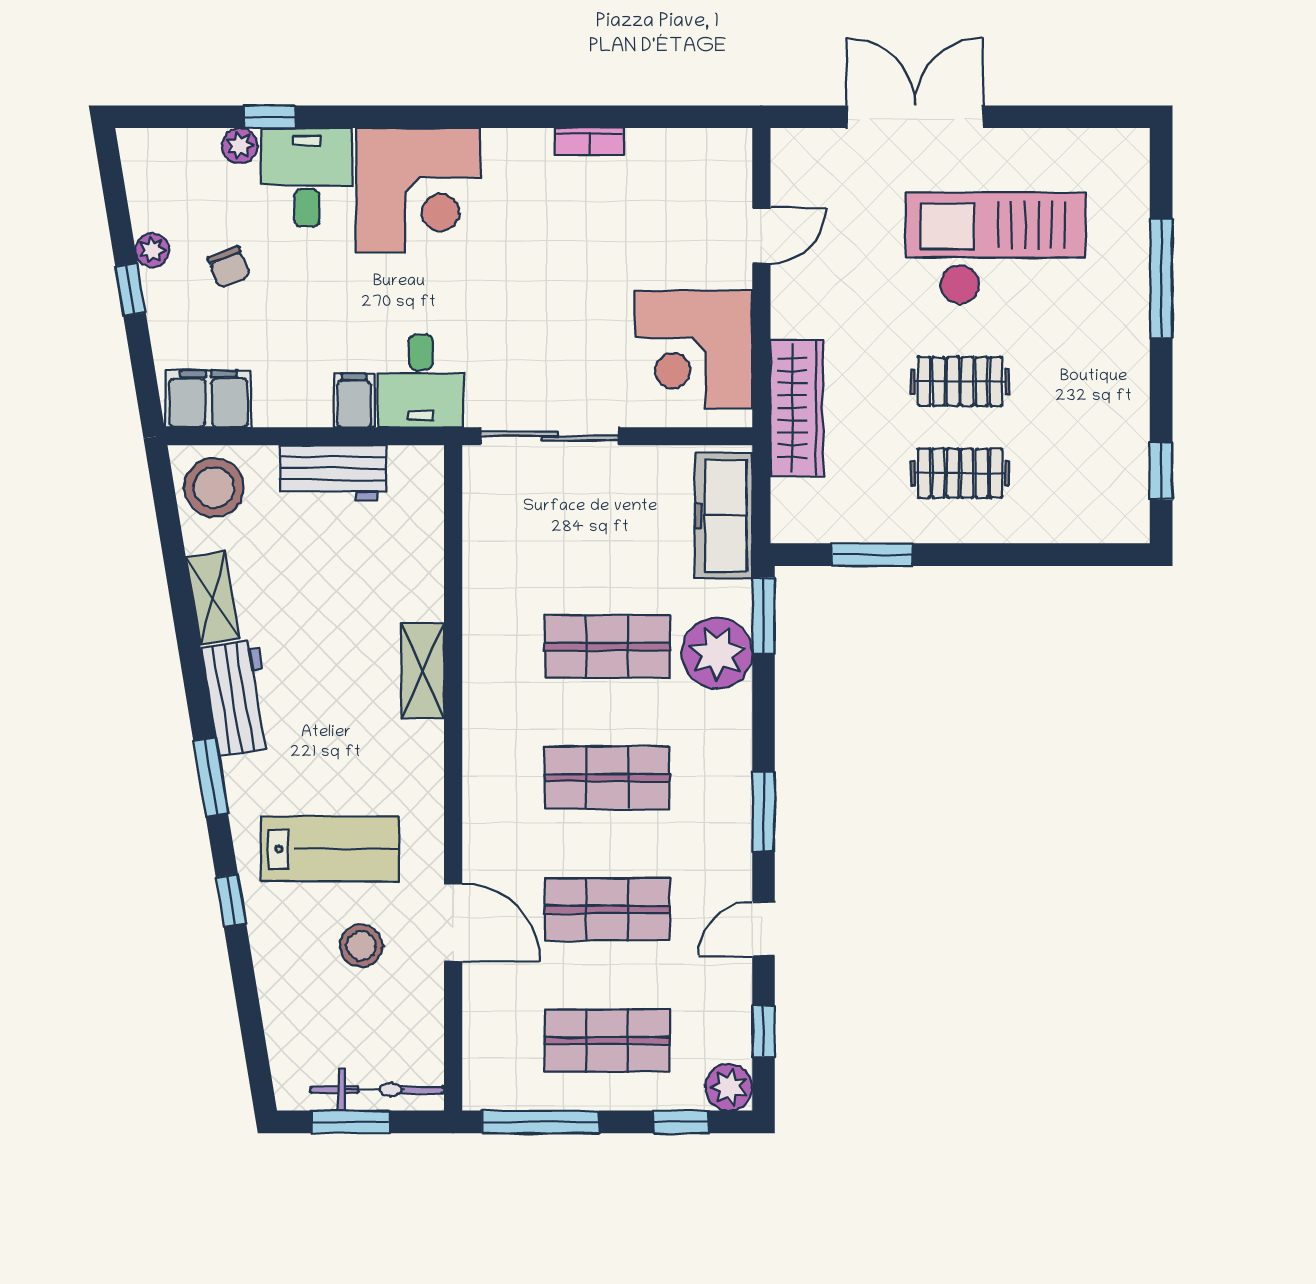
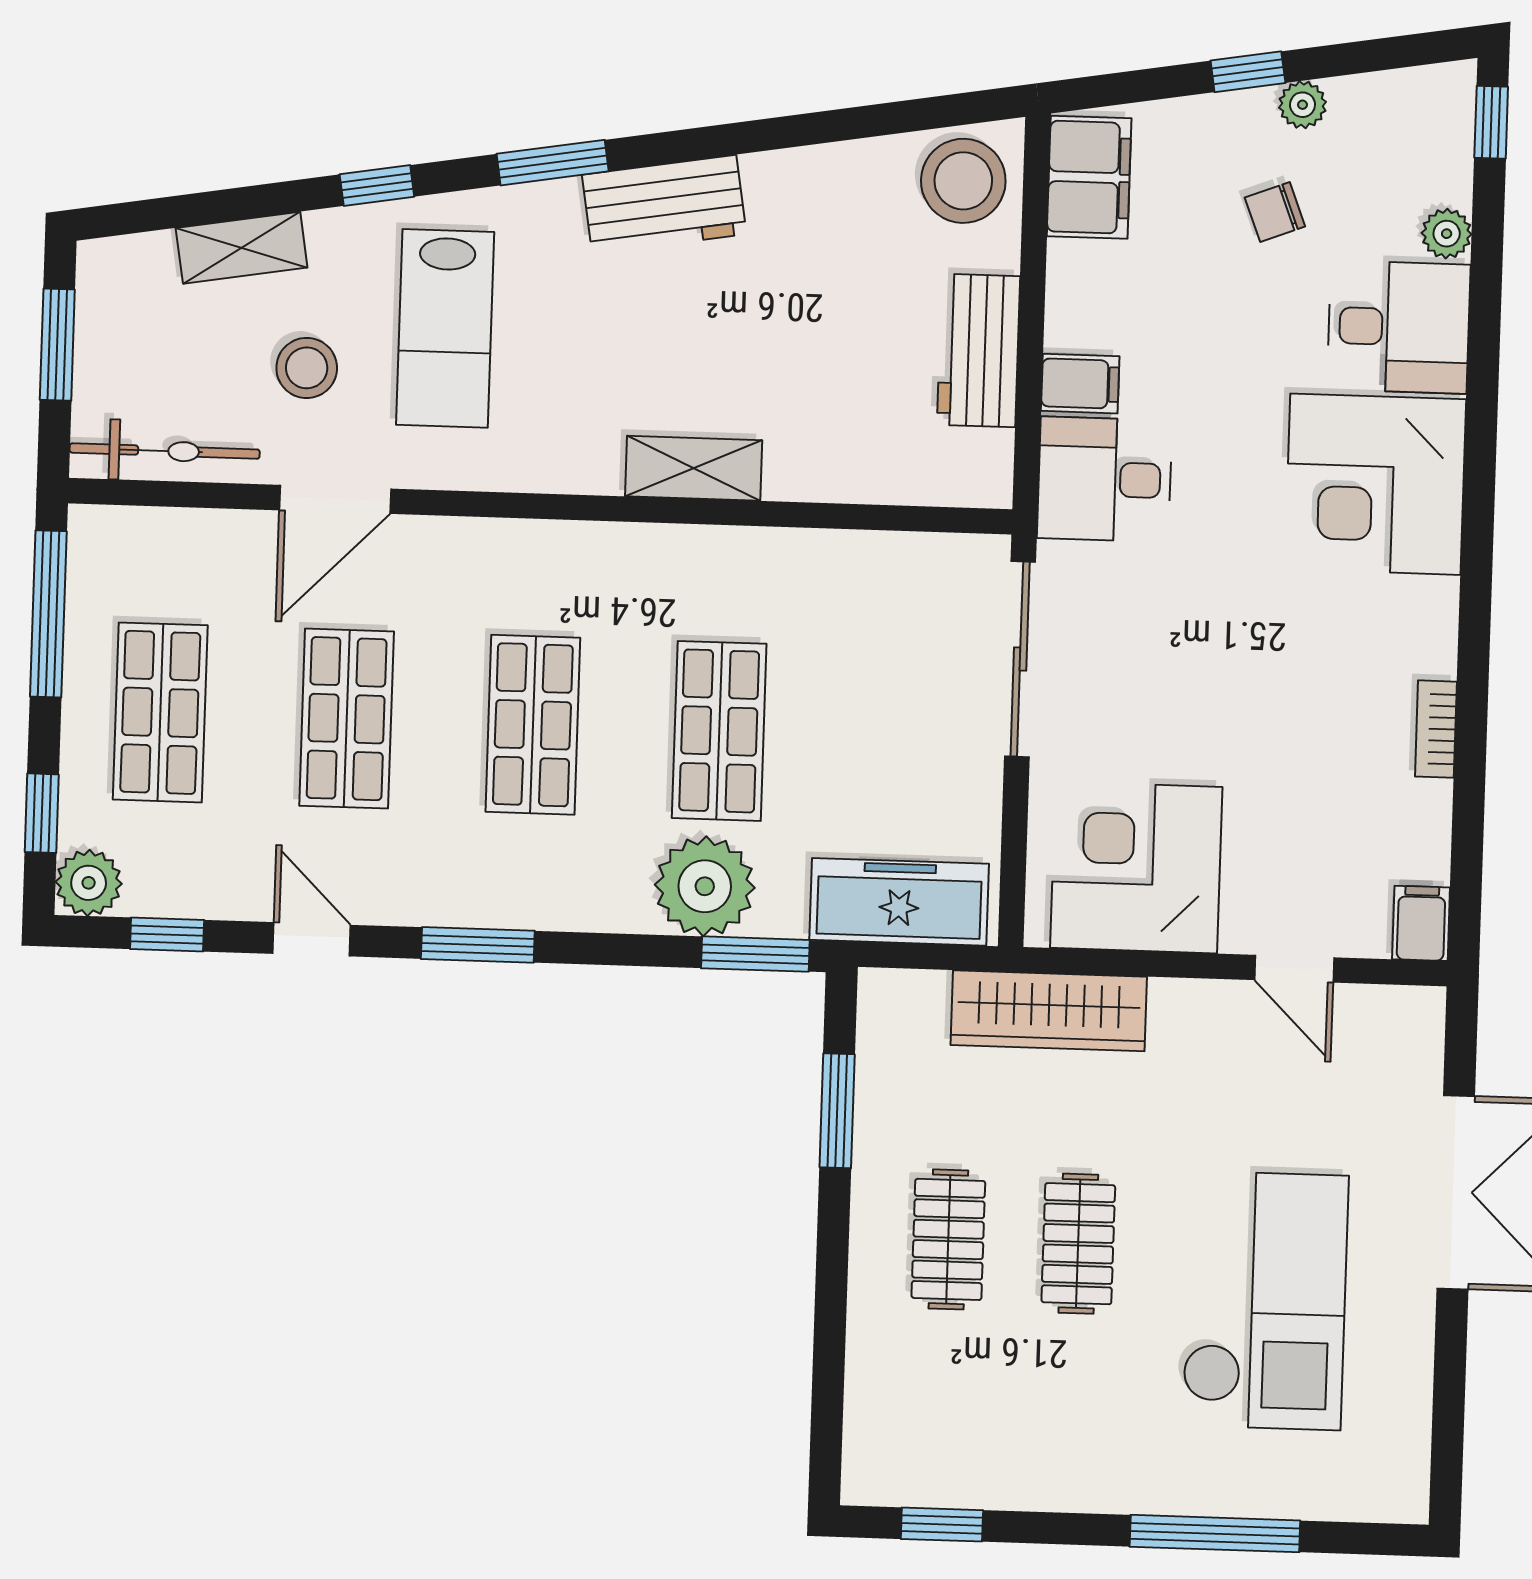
window: (270, 117) -> (1491, 122), moved
filing cabinet: (726, 148) -> (1421, 923), added
shelving: (213, 598) -> (242, 248), moved
bicycle: (377, 1090) -> (165, 451), moved, turned -90

